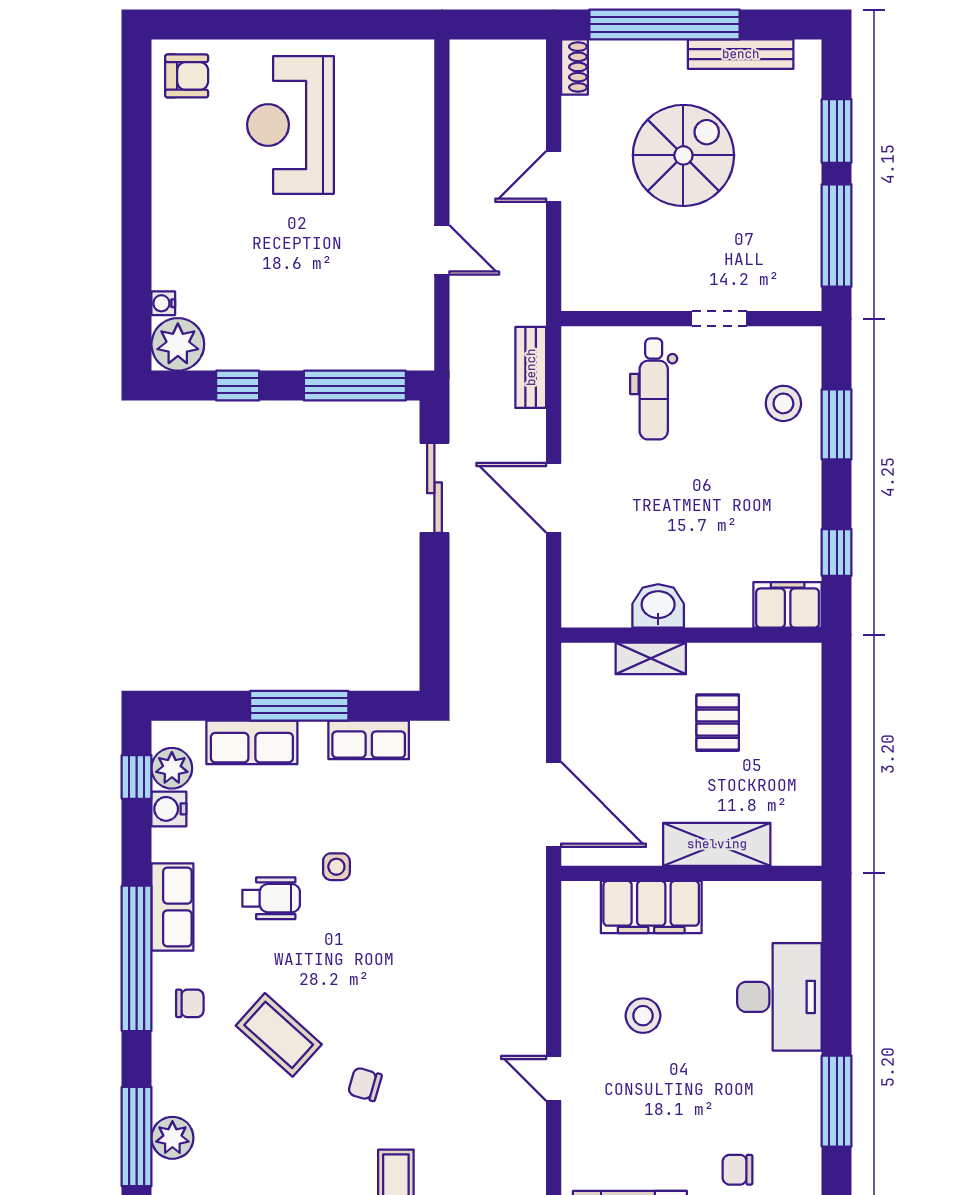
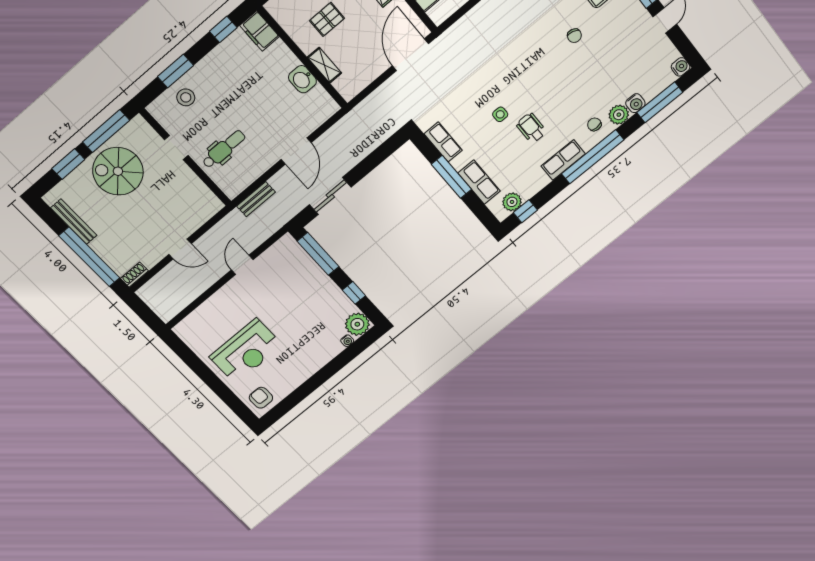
spiral stairs: (683, 155) -> (118, 171), moved
water cooler: (169, 809) -> (635, 103), moved
coffee table: (279, 1035) -> (581, 83), removed
plant: (172, 1138) -> (619, 115), moved

